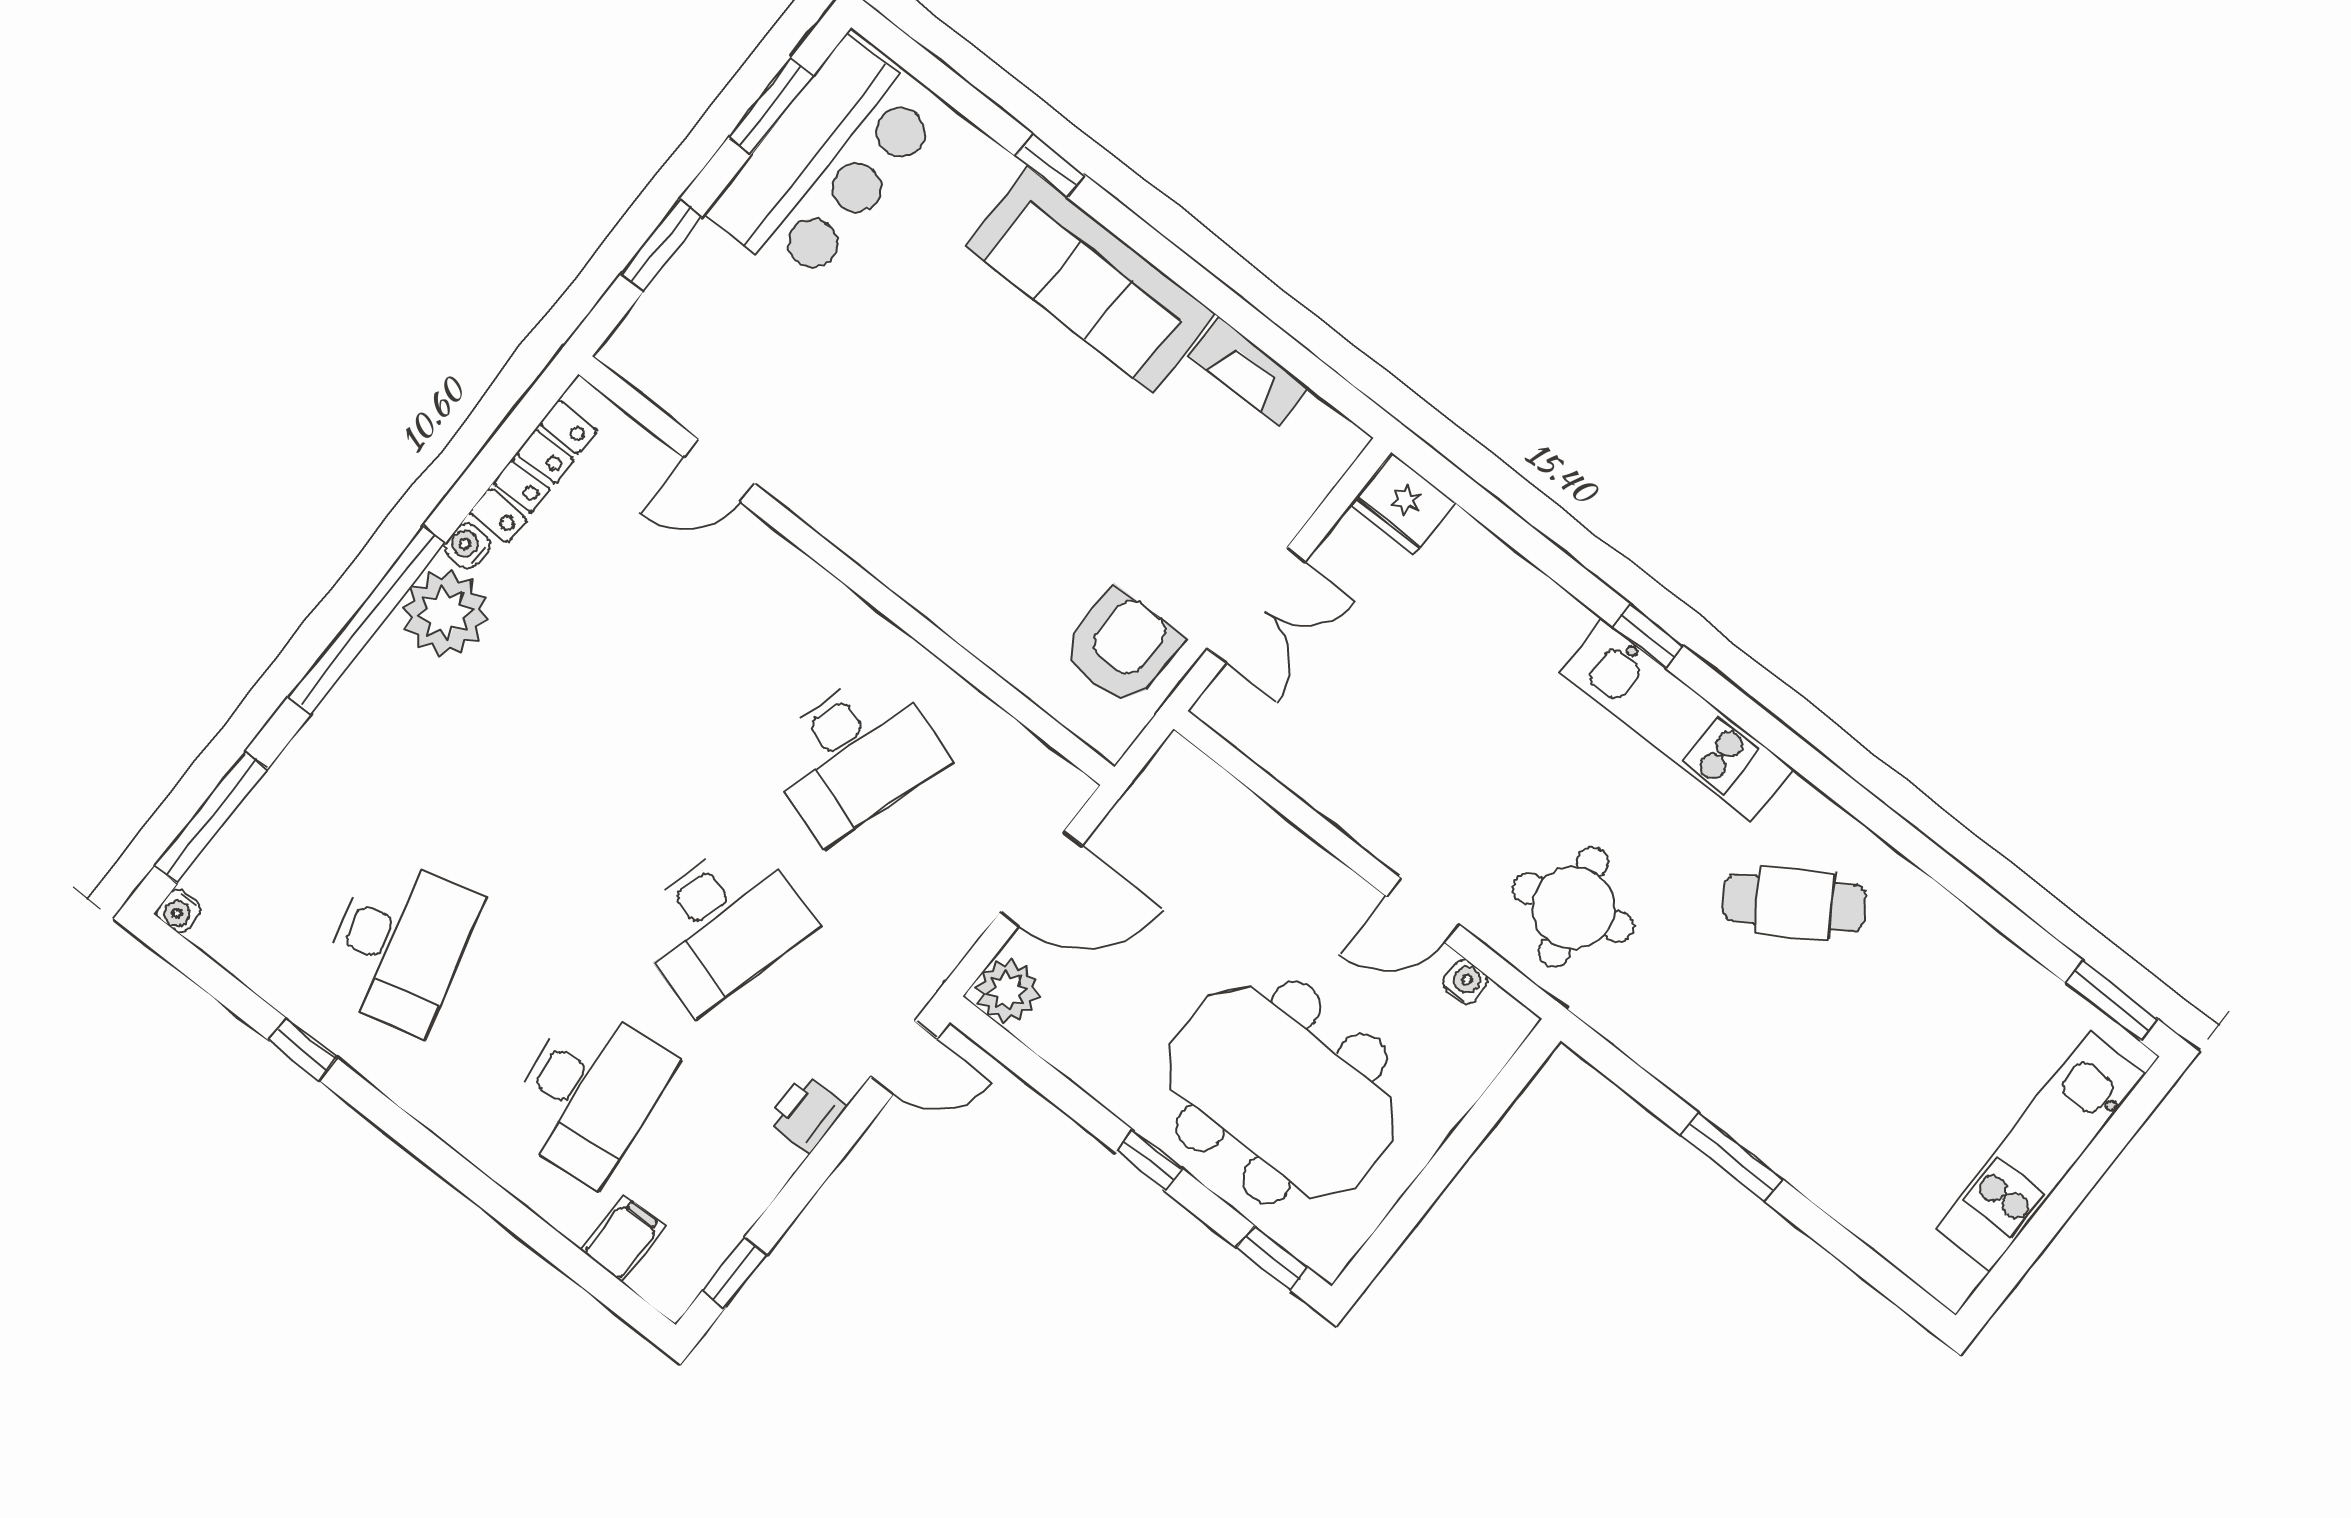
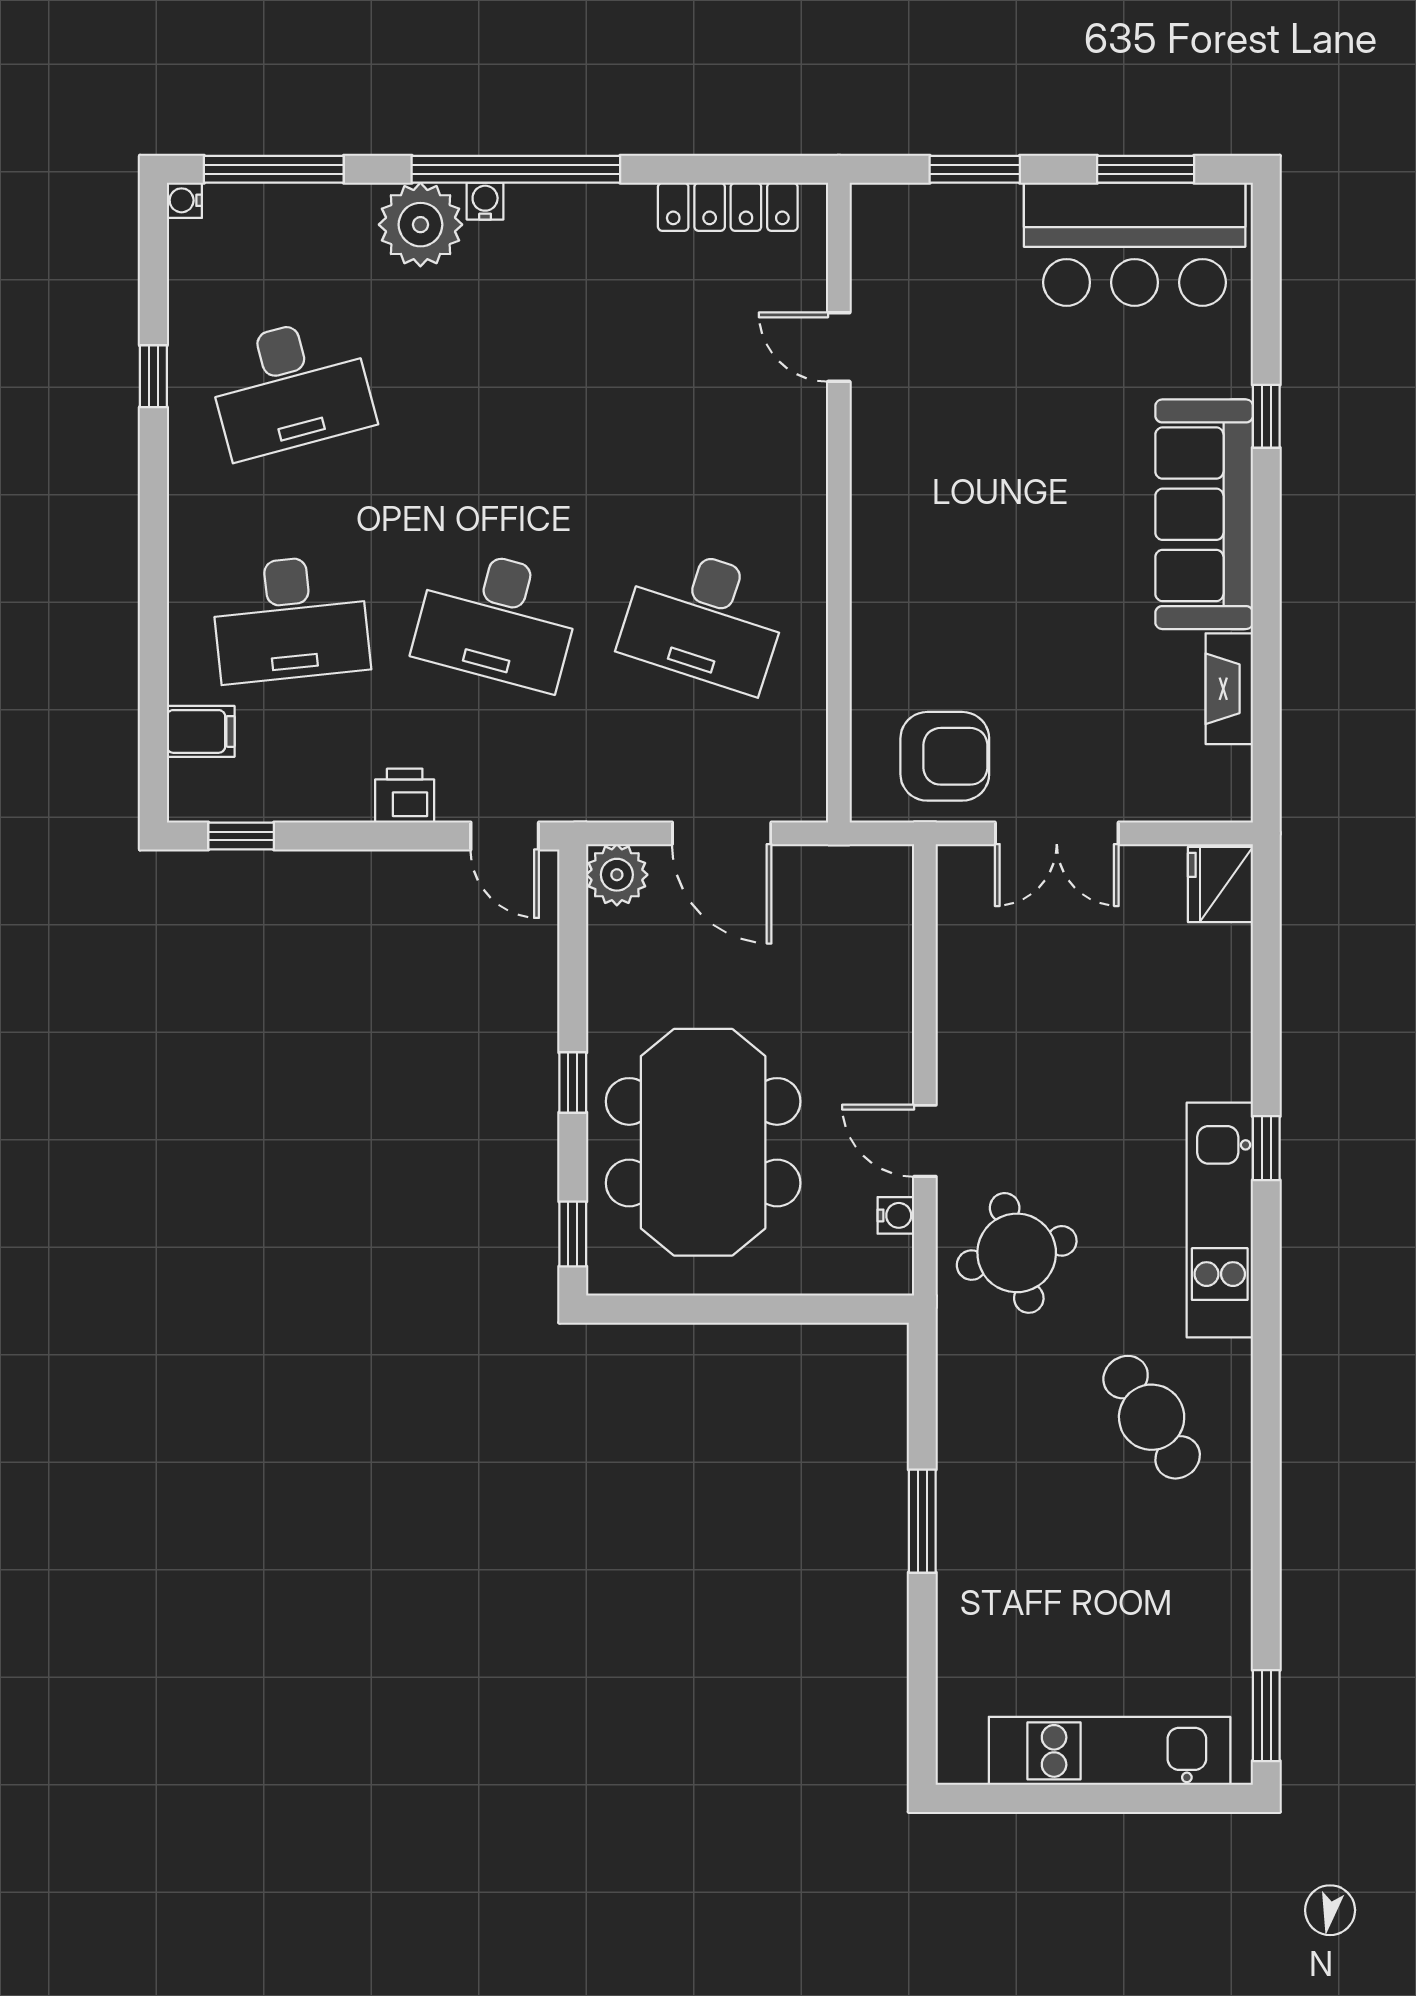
water cooler: (467, 546) -> (485, 201), moved
plant: (445, 613) -> (420, 225), moved

